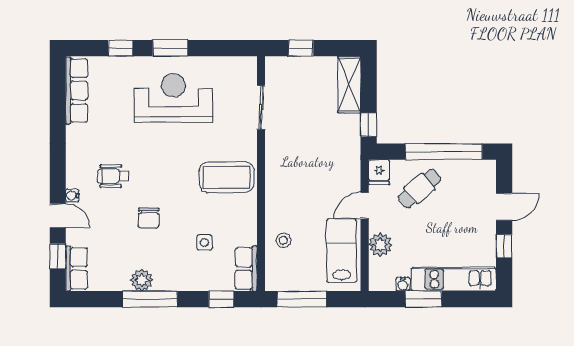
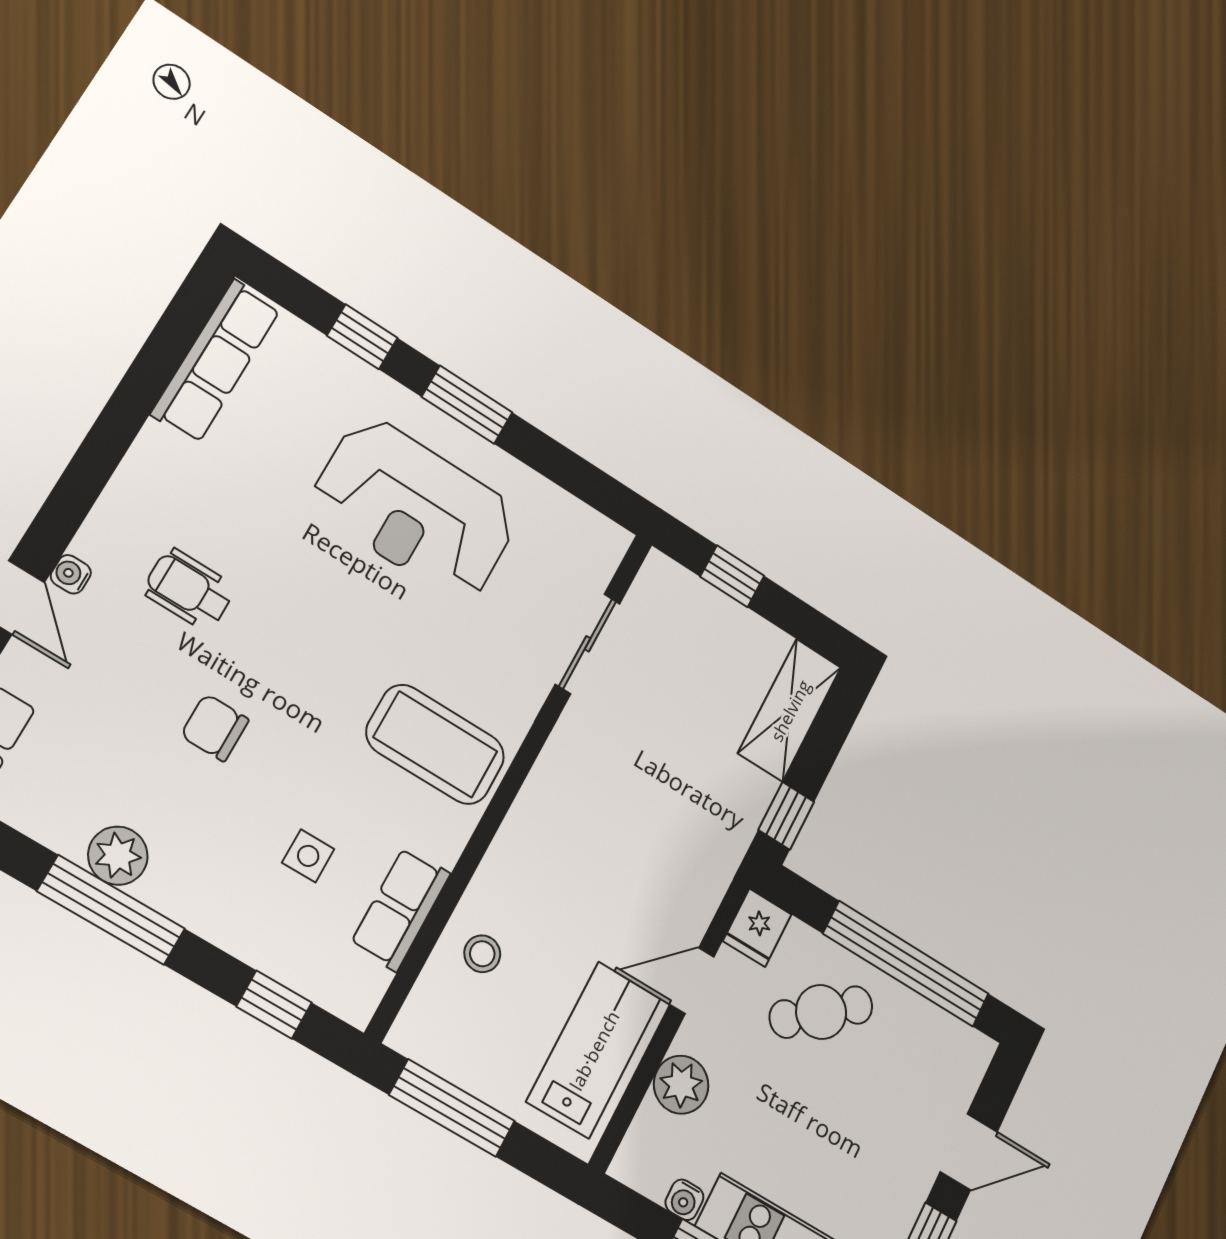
reception desk: (173, 98) -> (415, 509), turned 180
chair: (149, 218) -> (215, 728), turned 90
row of seats: (246, 269) -> (401, 909), moved

